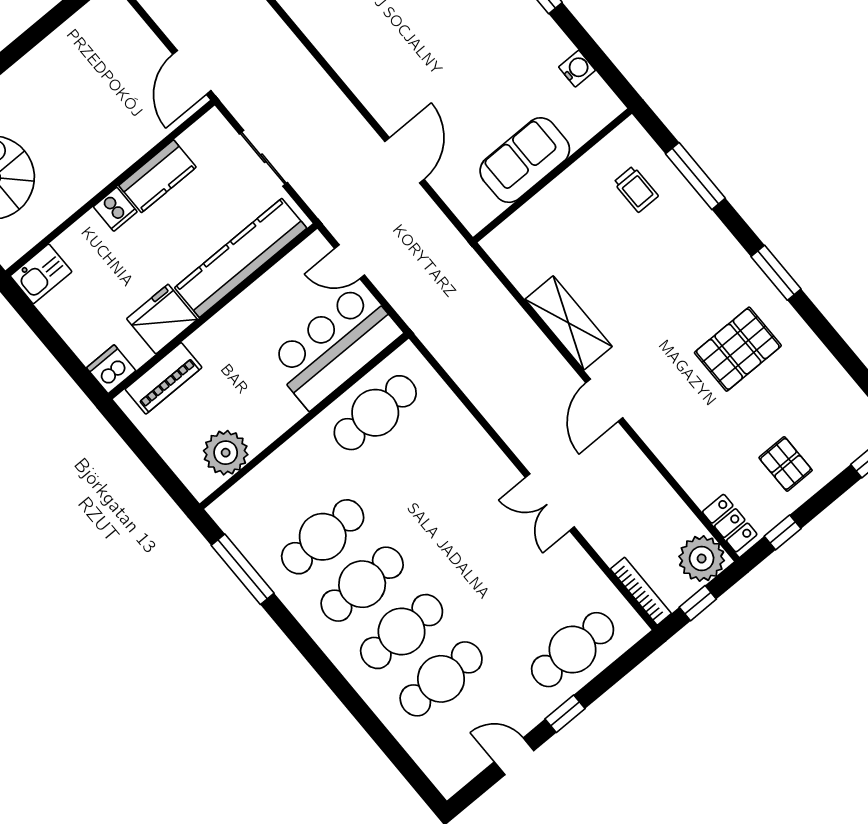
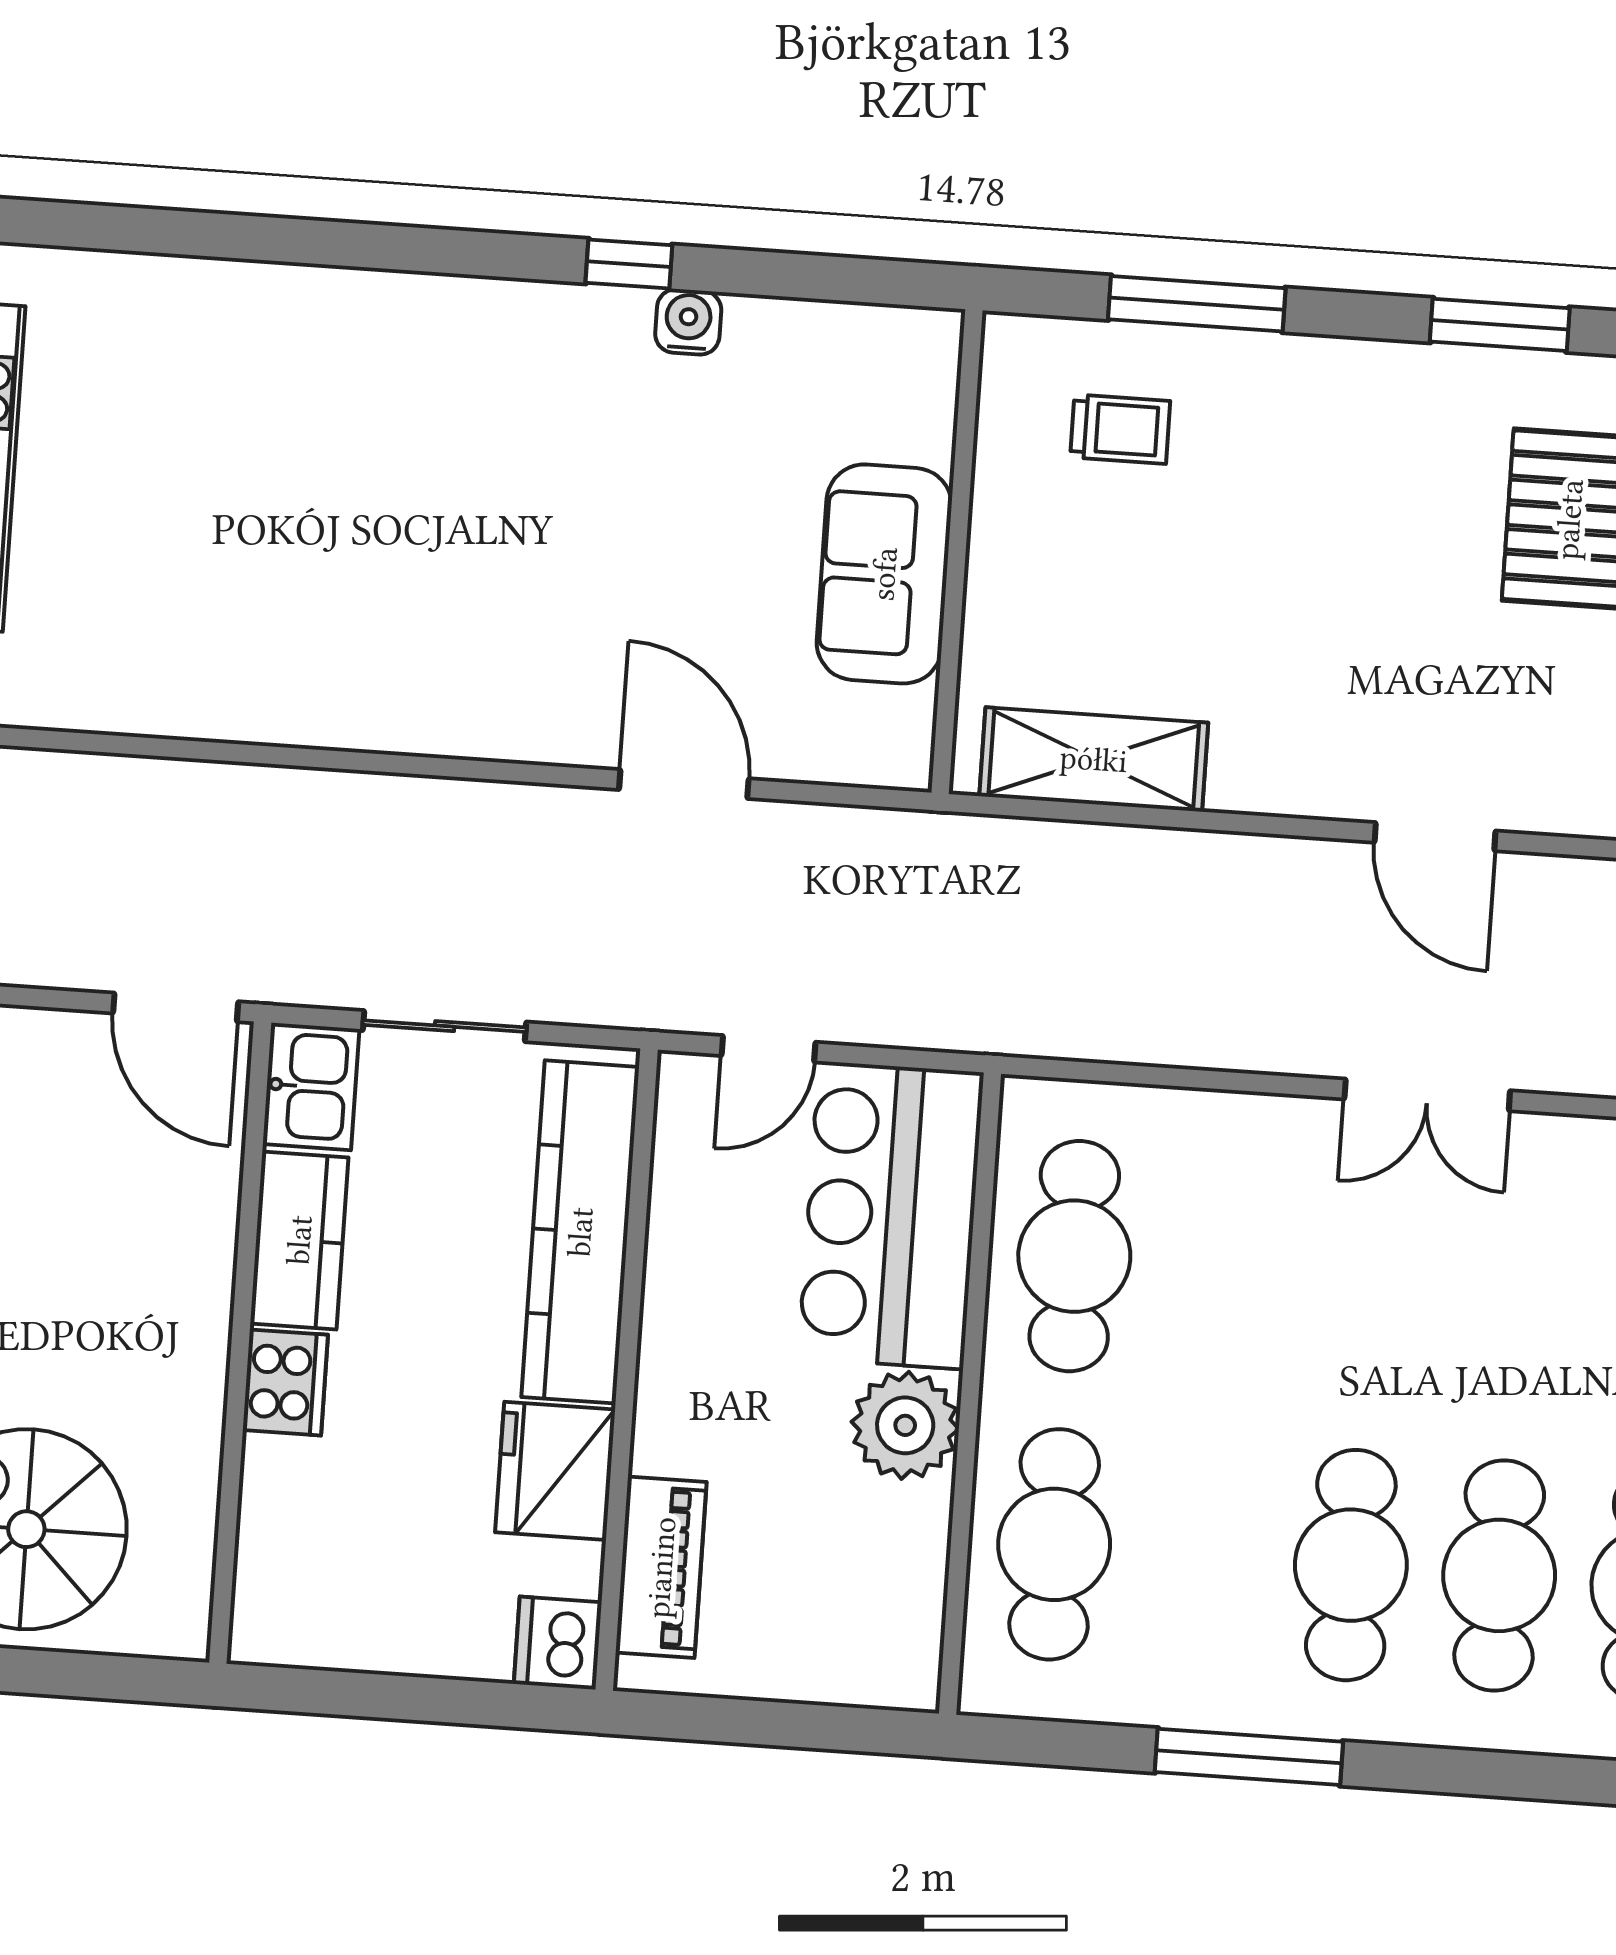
water cooler: (577, 69) -> (688, 322), moved
cooker: (115, 209) -> (285, 1382), width x1.36
kitchen sink: (41, 274) -> (311, 1086), moved
shelving: (569, 323) -> (1094, 759), moved
plant: (226, 453) -> (905, 1425), moved
double door: (550, 502) -> (1427, 1095), moved
cafe table: (323, 537) -> (1054, 1544), moved
window: (243, 569) -> (1249, 1757), moved

